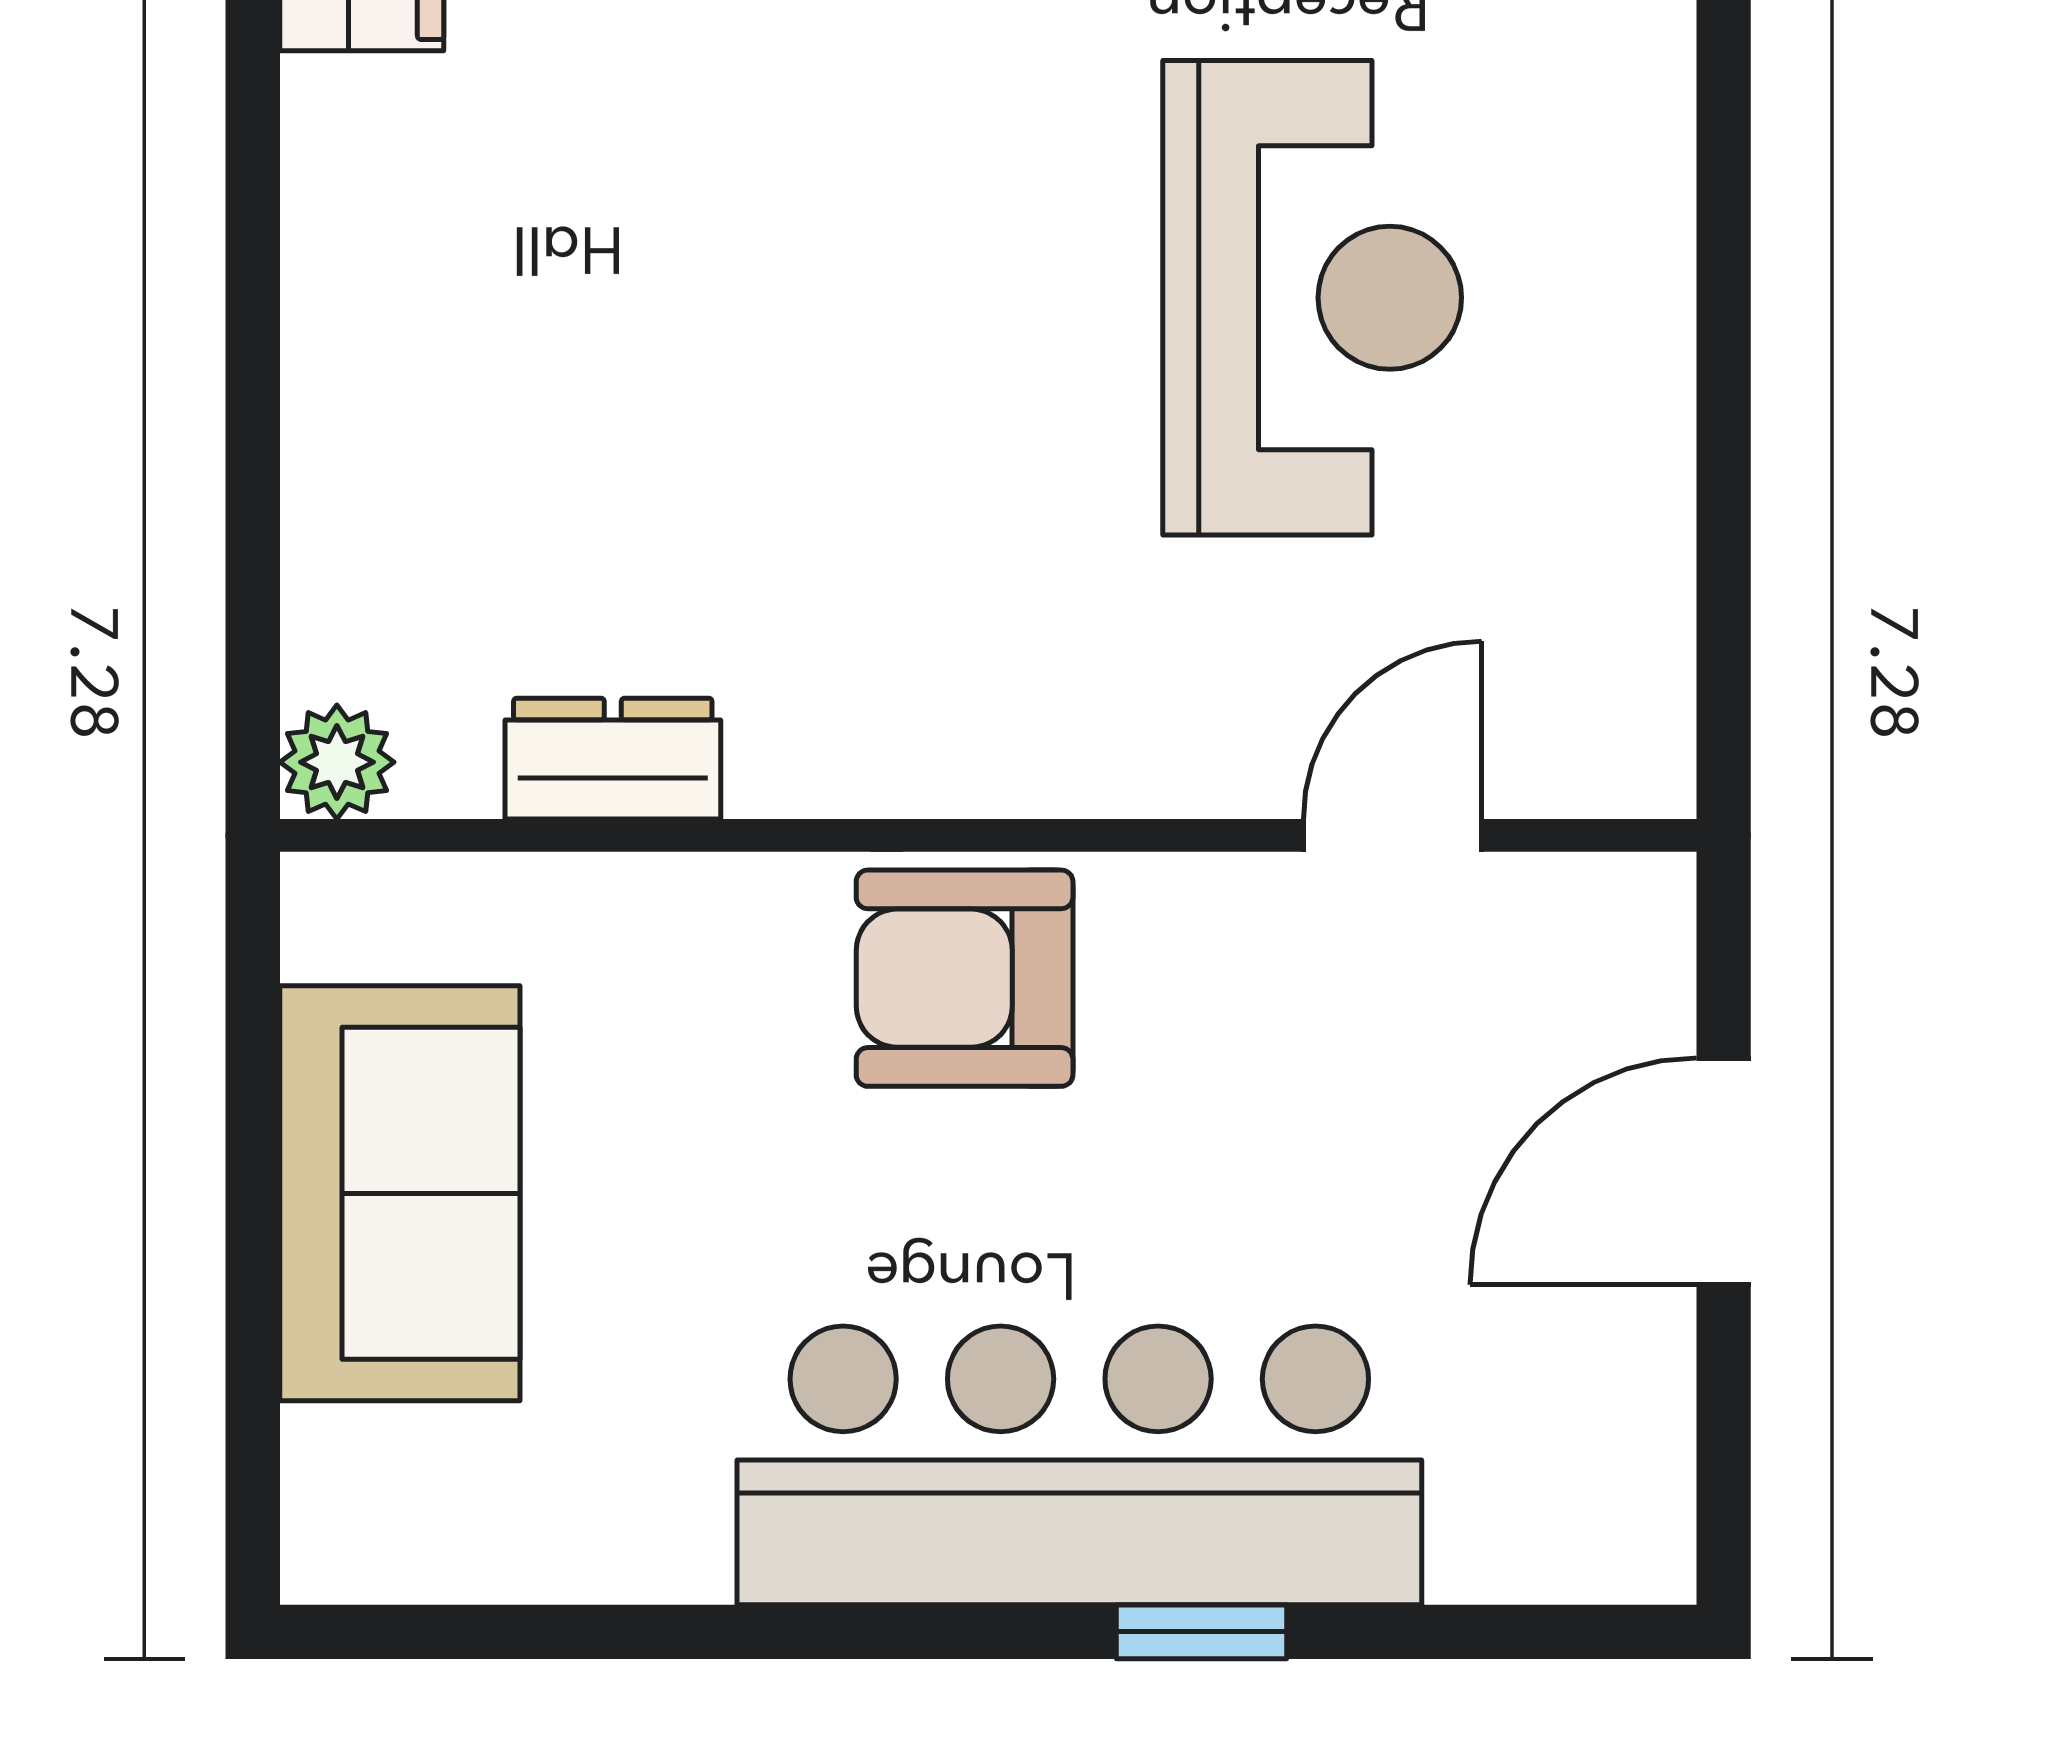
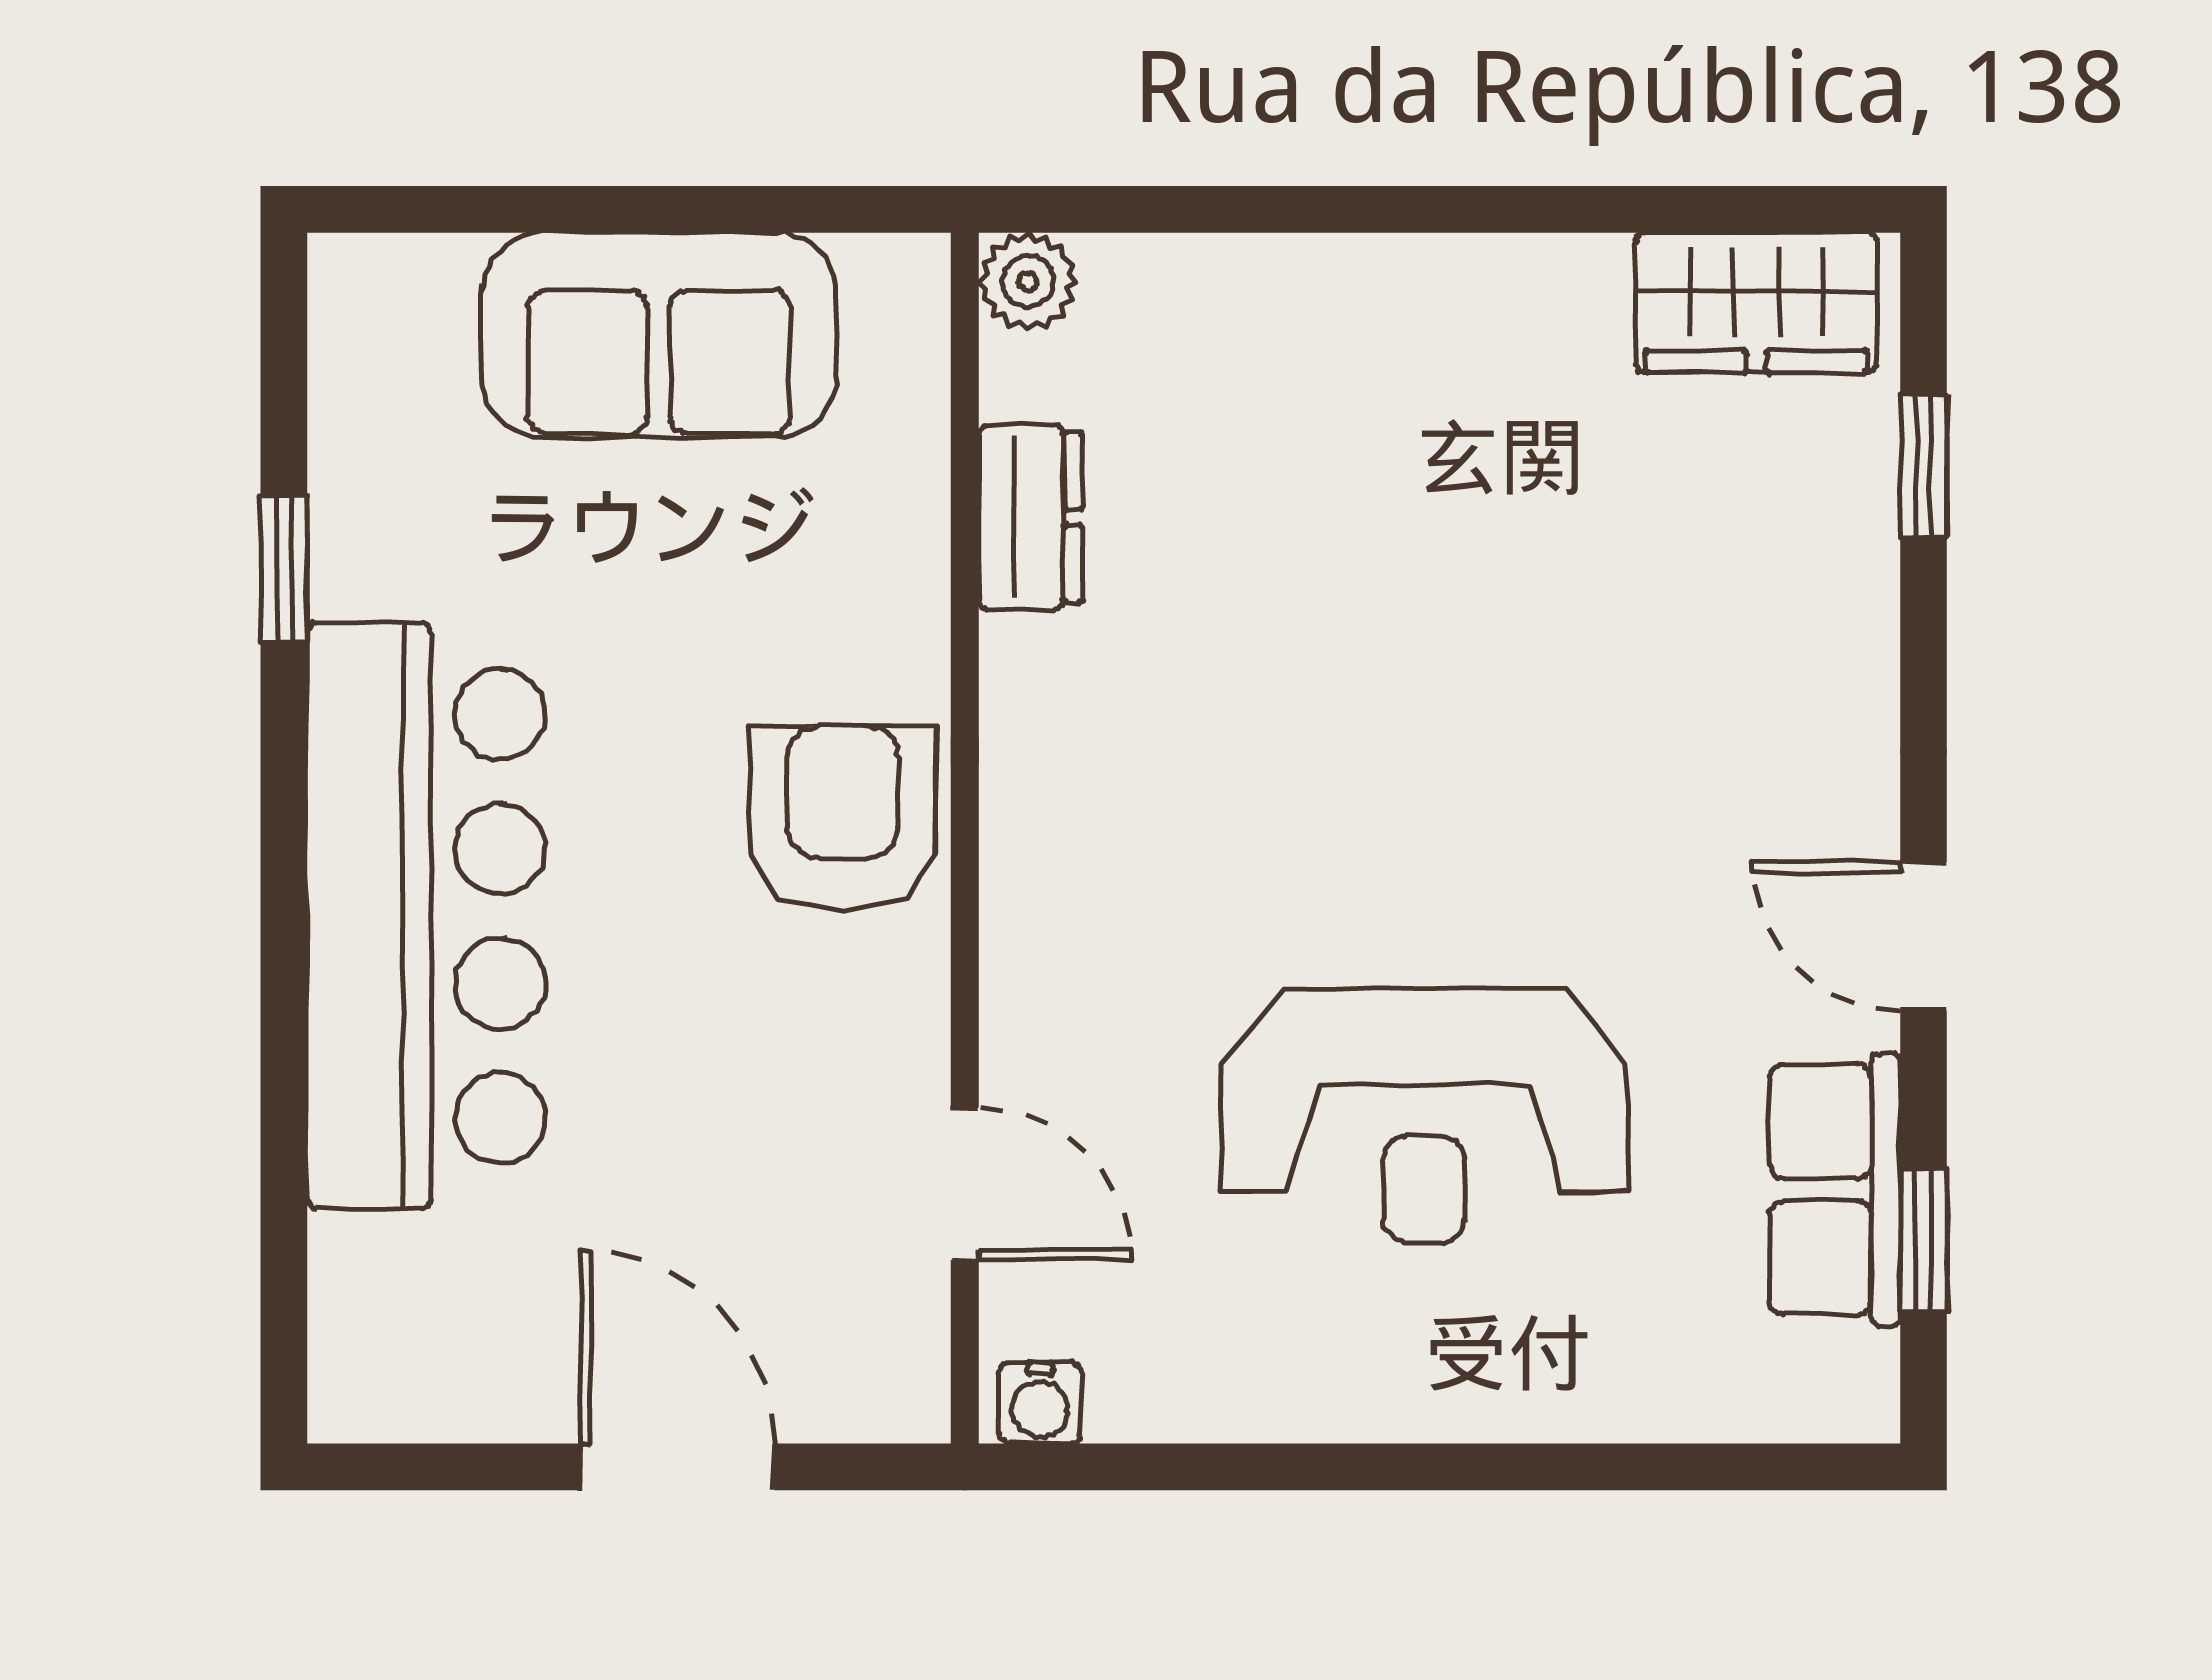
water cooler: (1649, 747) -> (1040, 1403), added
window: (1202, 1632) -> (284, 568), moved

